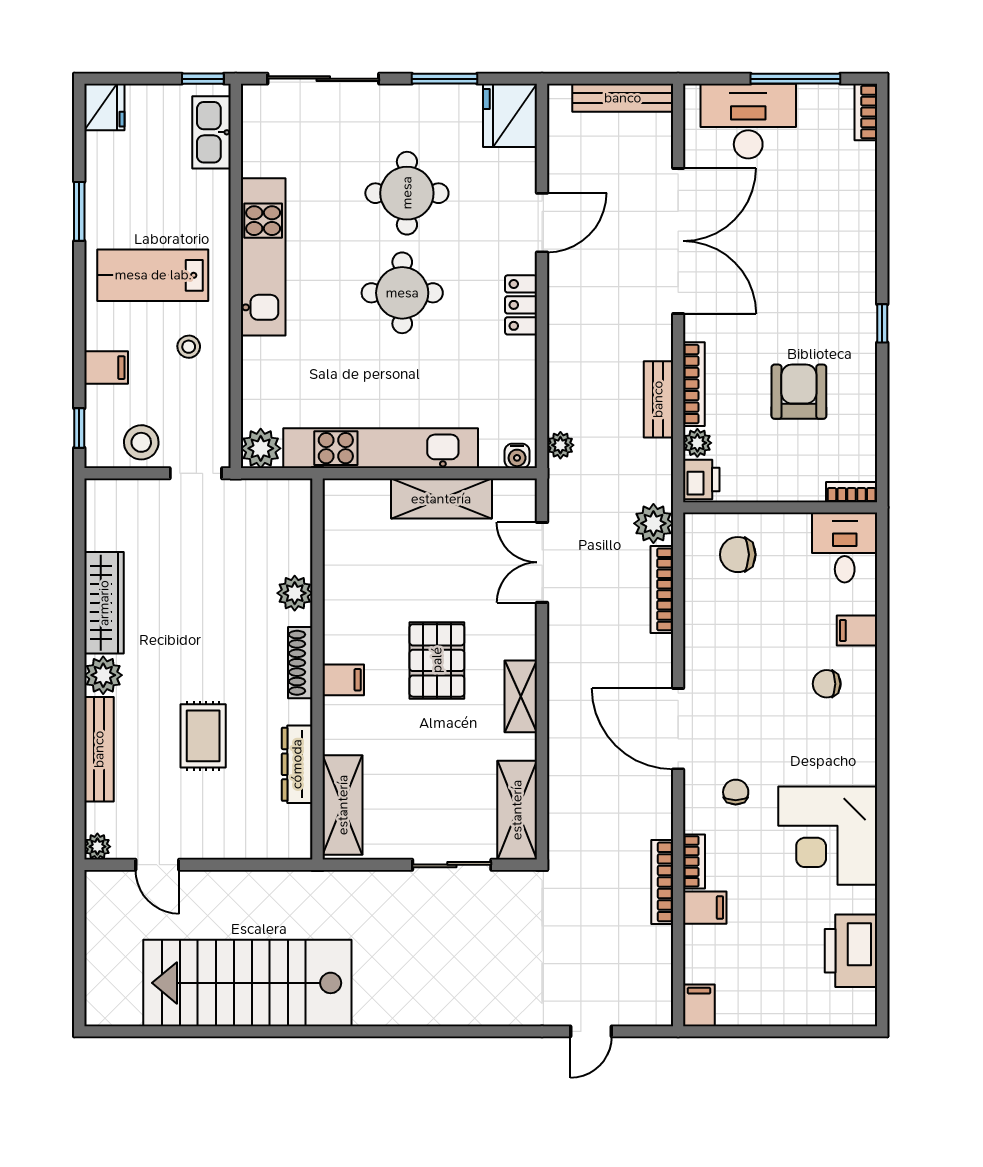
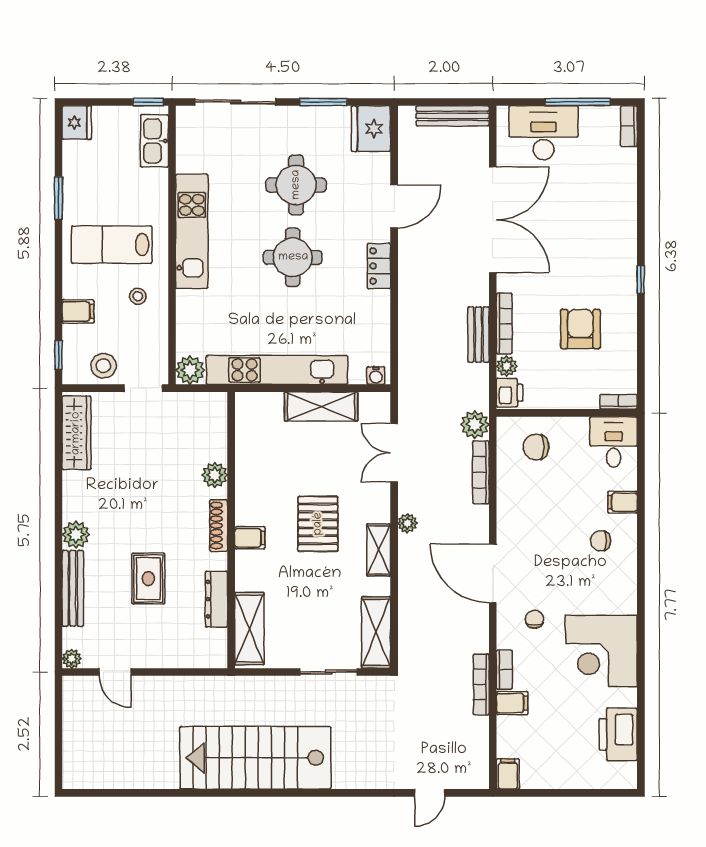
plant: (560, 445) -> (407, 523), moved
wardrobe: (104, 603) -> (76, 433), moved
stairs: (247, 983) -> (255, 758), moved

